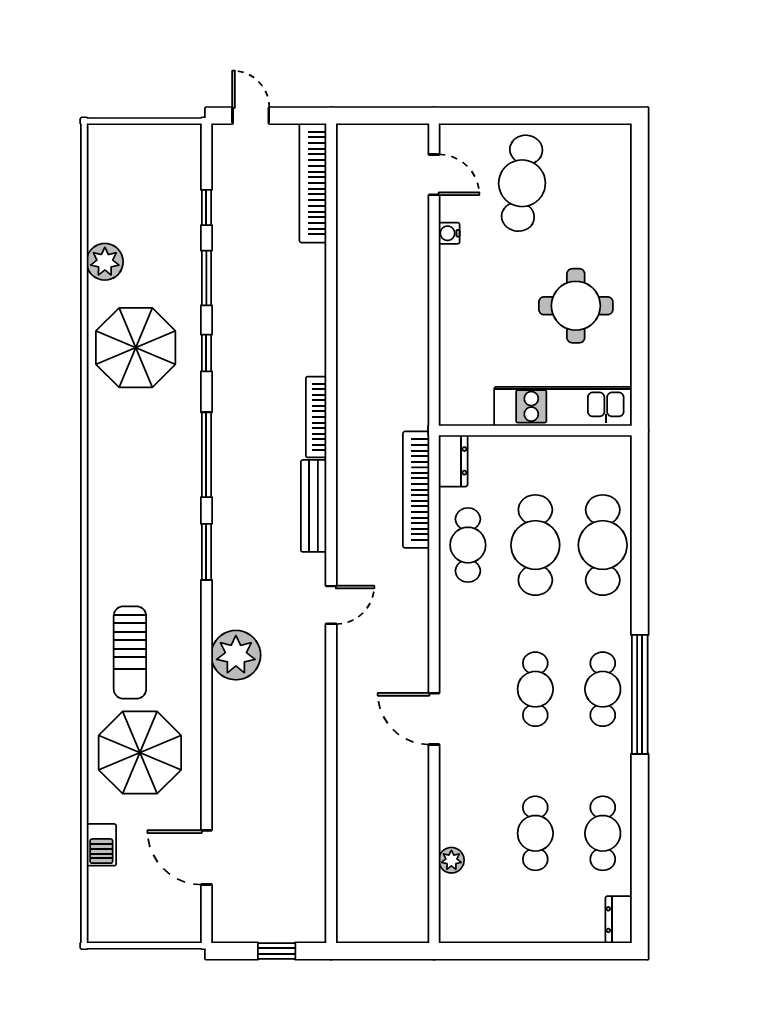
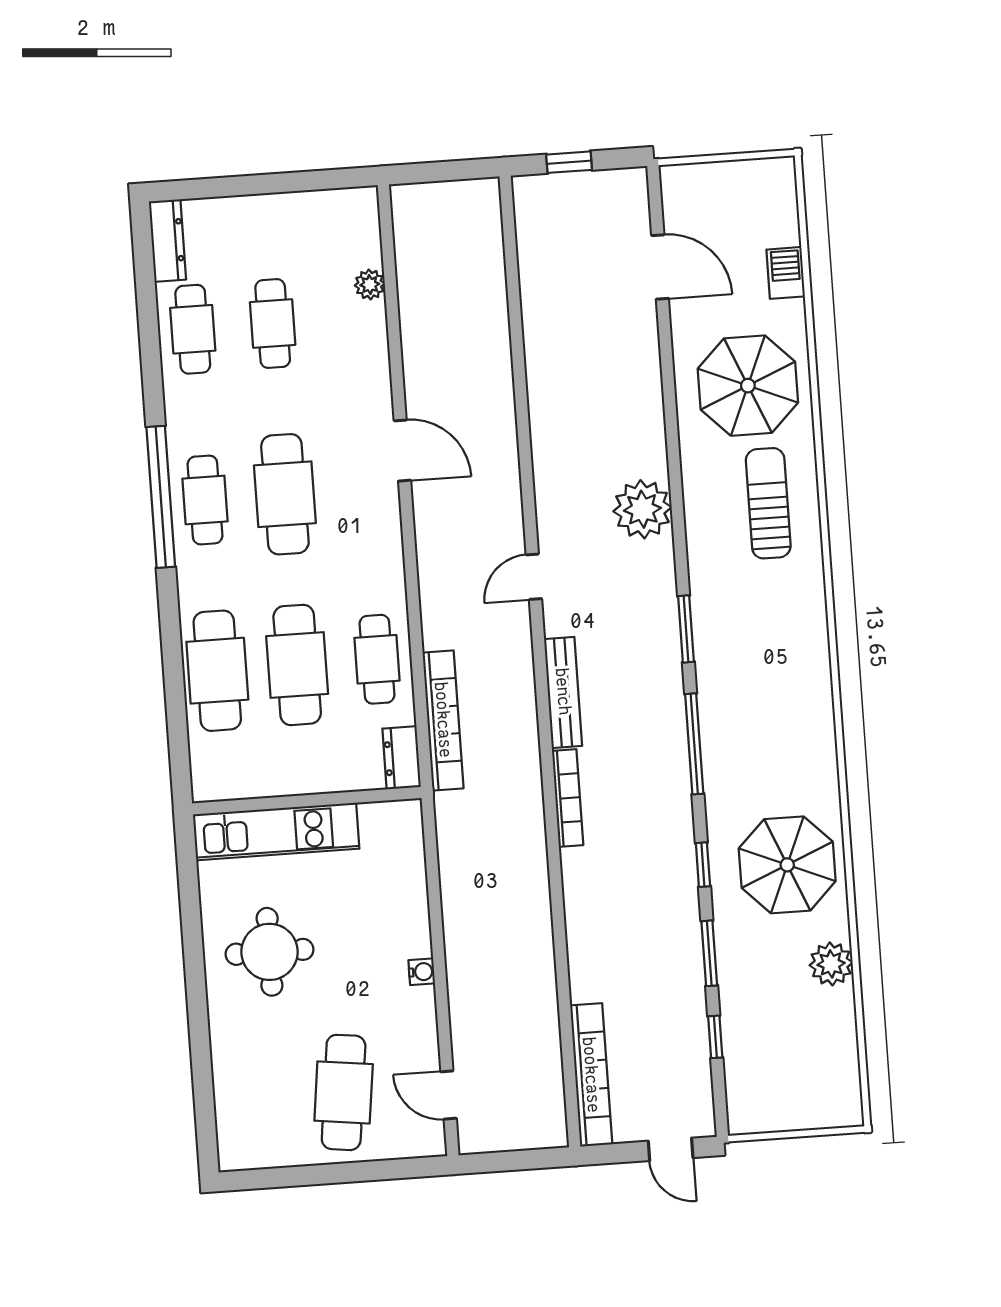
water cooler: (449, 233) -> (422, 972), moved
cafe table: (535, 689) -> (285, 494), width x1.37, depth x1.35
dresser: (619, 920) -> (167, 241), width x1.44

